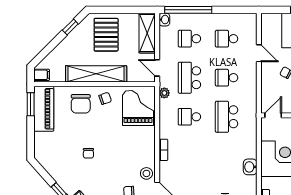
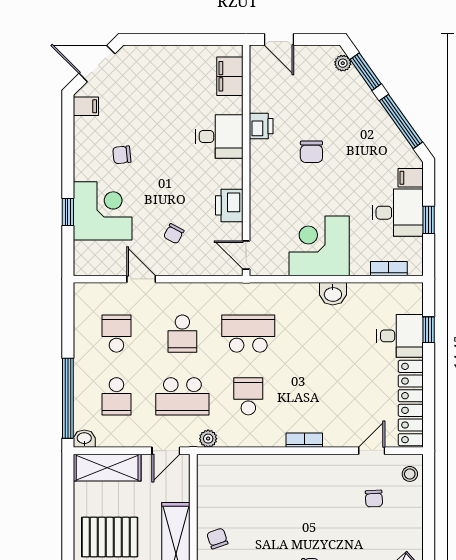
school desk: (227, 39) -> (116, 334), turned 180
door: (259, 53) -> (141, 279), hinge flipped
grand piano: (138, 108) -> (233, 483), removed
school desk: (189, 117) -> (248, 396), turned 180
school desk: (227, 117) -> (248, 334), turned 180
stool: (146, 173) -> (344, 469), removed

